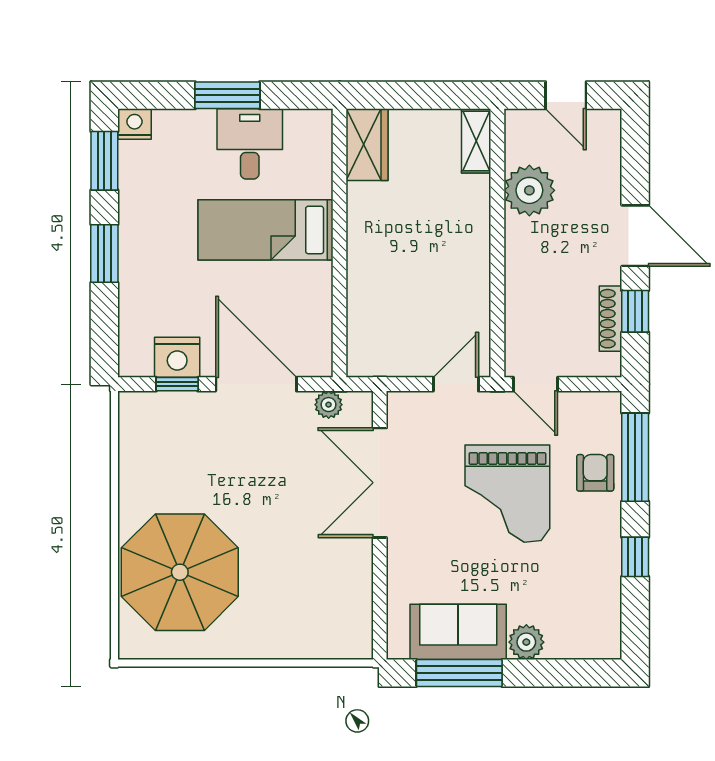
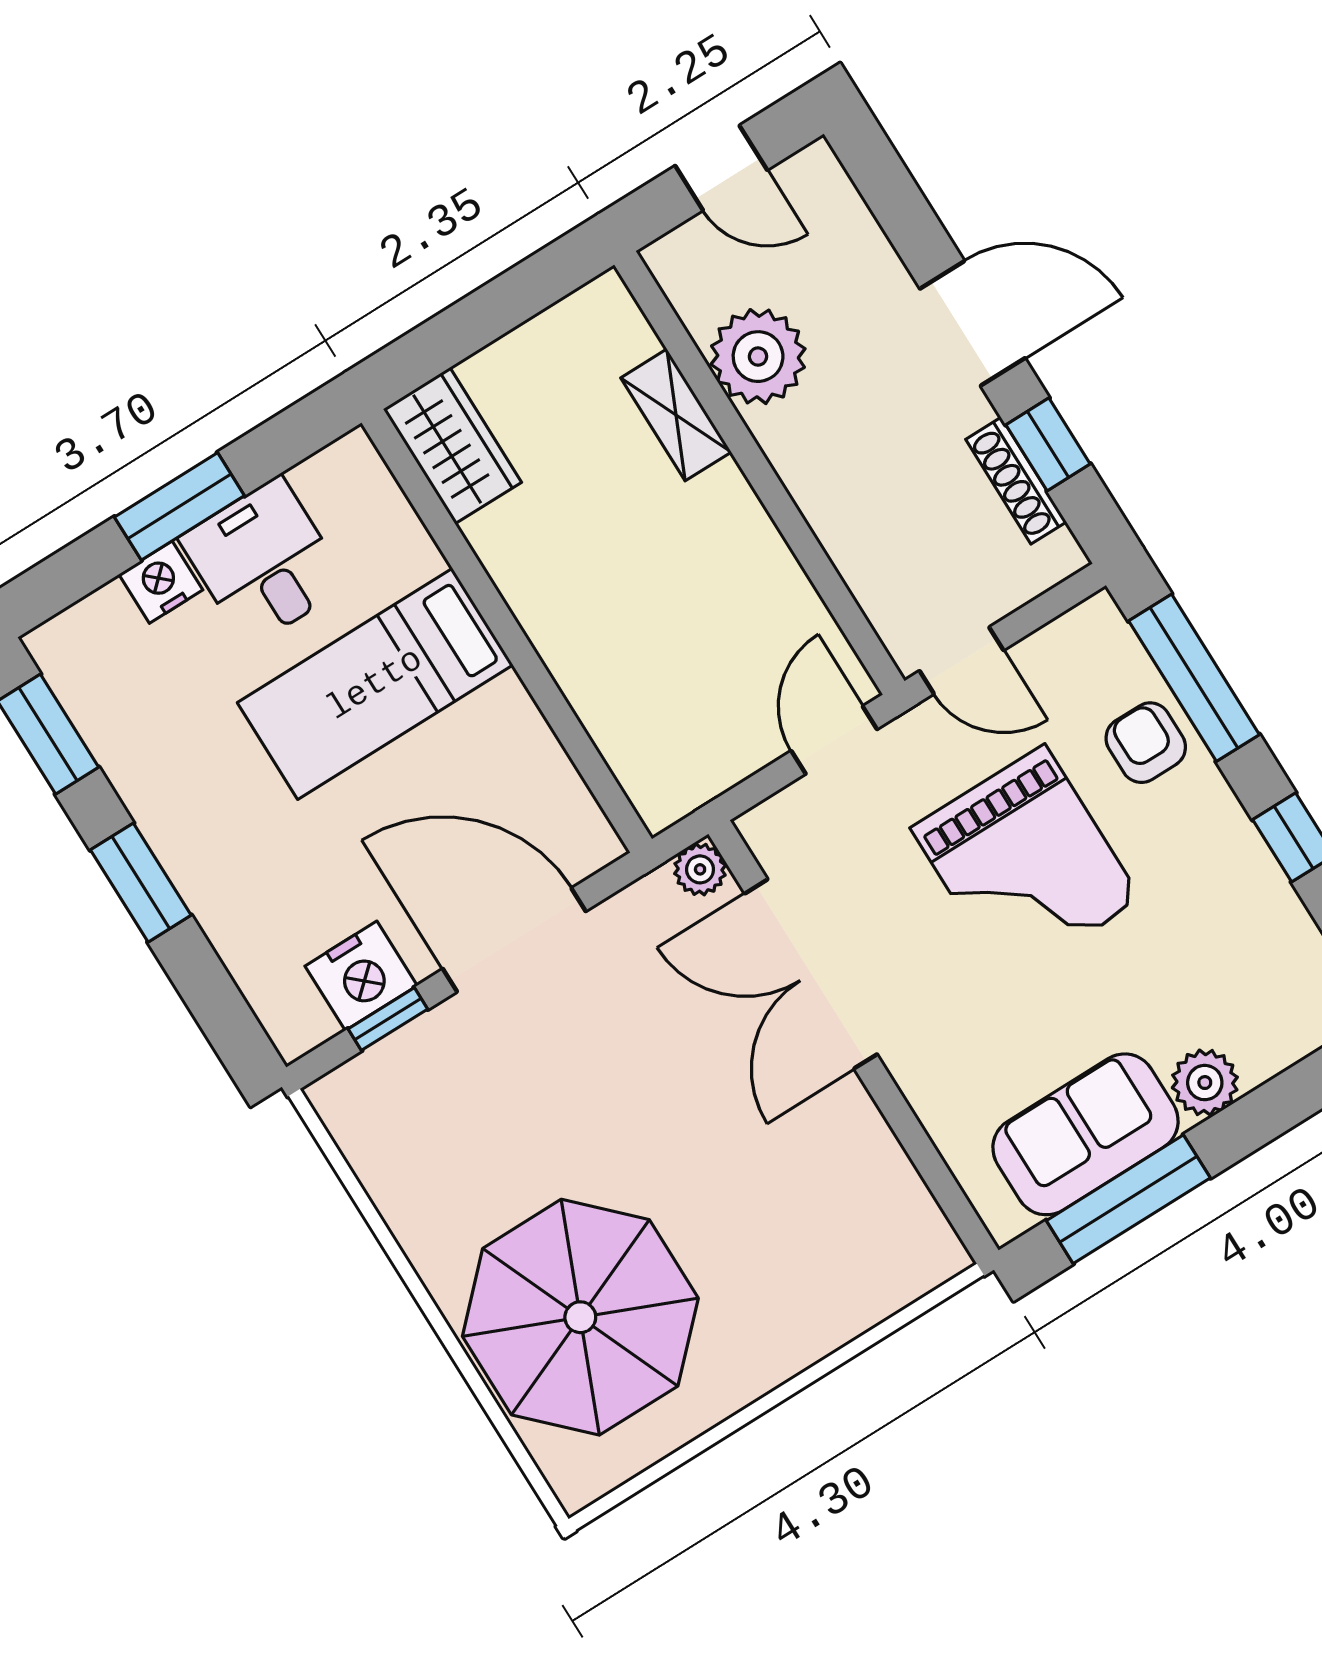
nightstand: (134, 124) -> (161, 582), moved
shelving: (476, 141) -> (676, 415), moved
plant: (329, 405) -> (700, 869), moved

